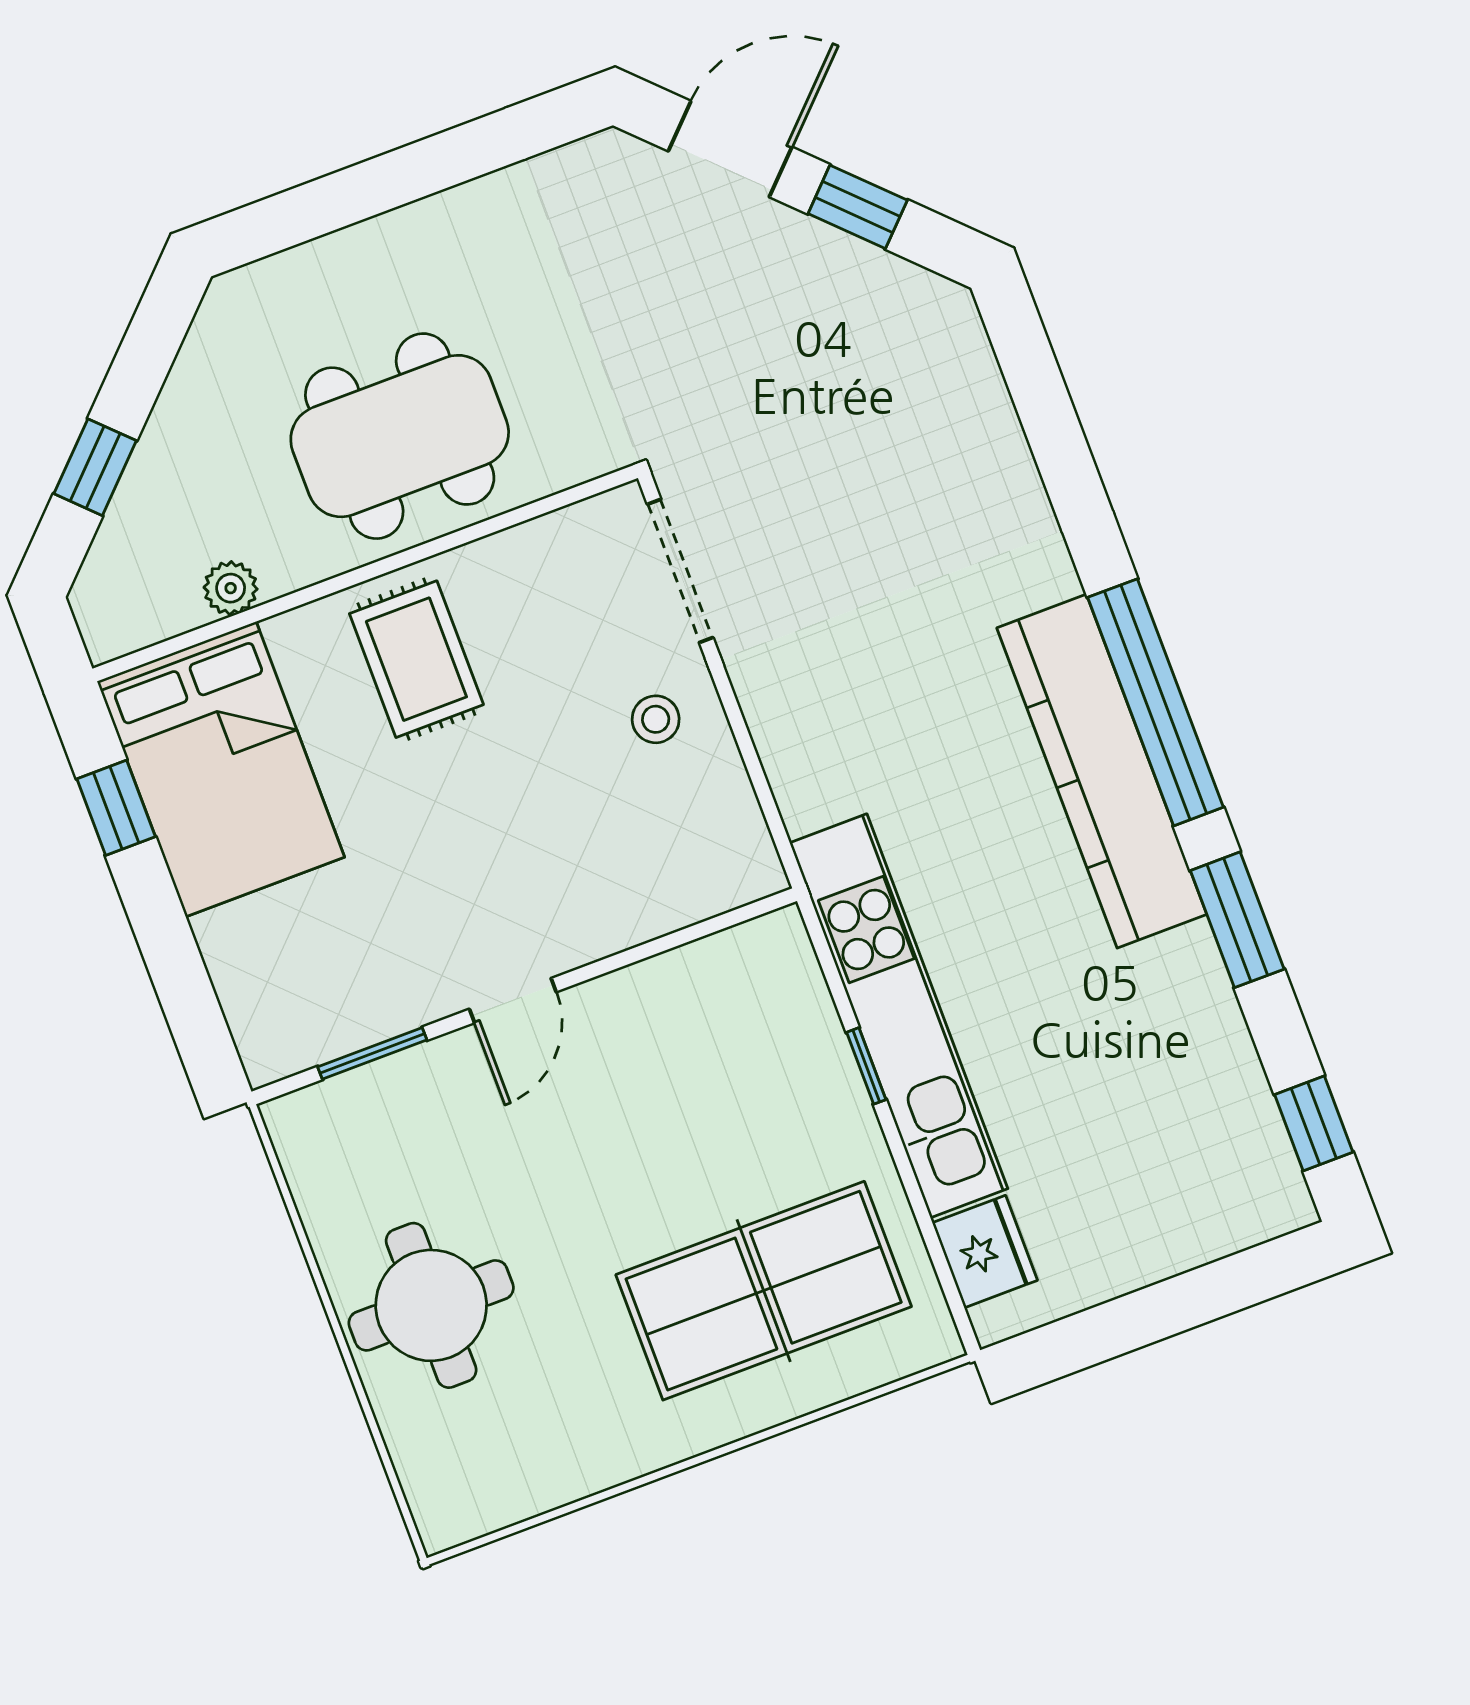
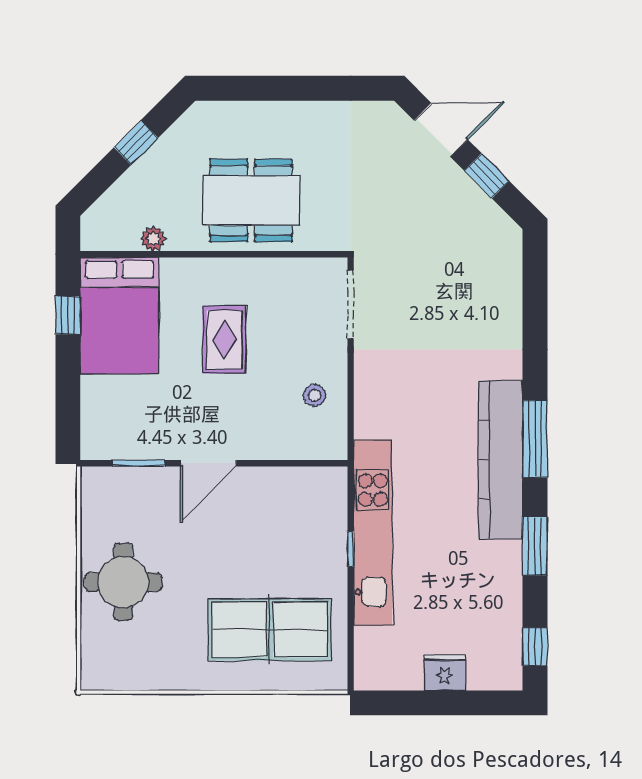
window: (95, 467) -> (136, 143), moved
rug: (416, 659) -> (224, 340), moved
window: (1155, 702) -> (535, 439), width x0.68
stool: (656, 719) -> (314, 395), moved
door: (513, 1001) -> (208, 463), width x1.38
fridge: (985, 1252) -> (445, 673), moved, turned -90

